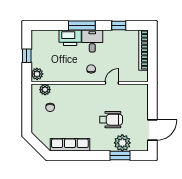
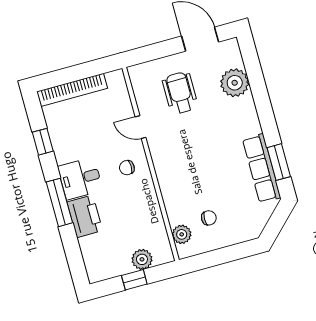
plant: (37, 74) -> (142, 259), moved
wheelchair: (111, 120) -> (180, 93), moved
window: (120, 155) -> (279, 162), moved

